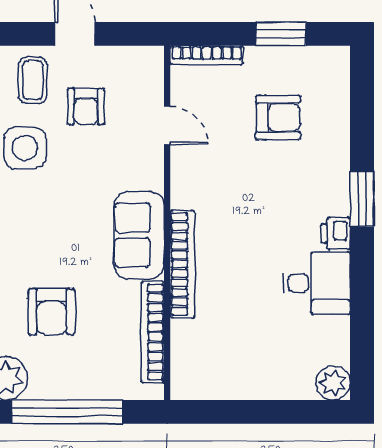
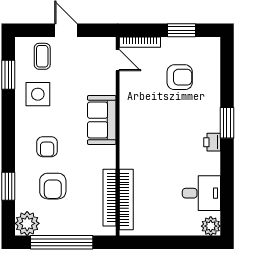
armchair: (86, 106) -> (47, 147), moved
door: (167, 125) -> (118, 60), moved
sofa: (139, 235) -> (102, 120), moved
bookcase: (182, 264) -> (126, 199), moved
desk: (317, 283) -> (201, 193), moved

